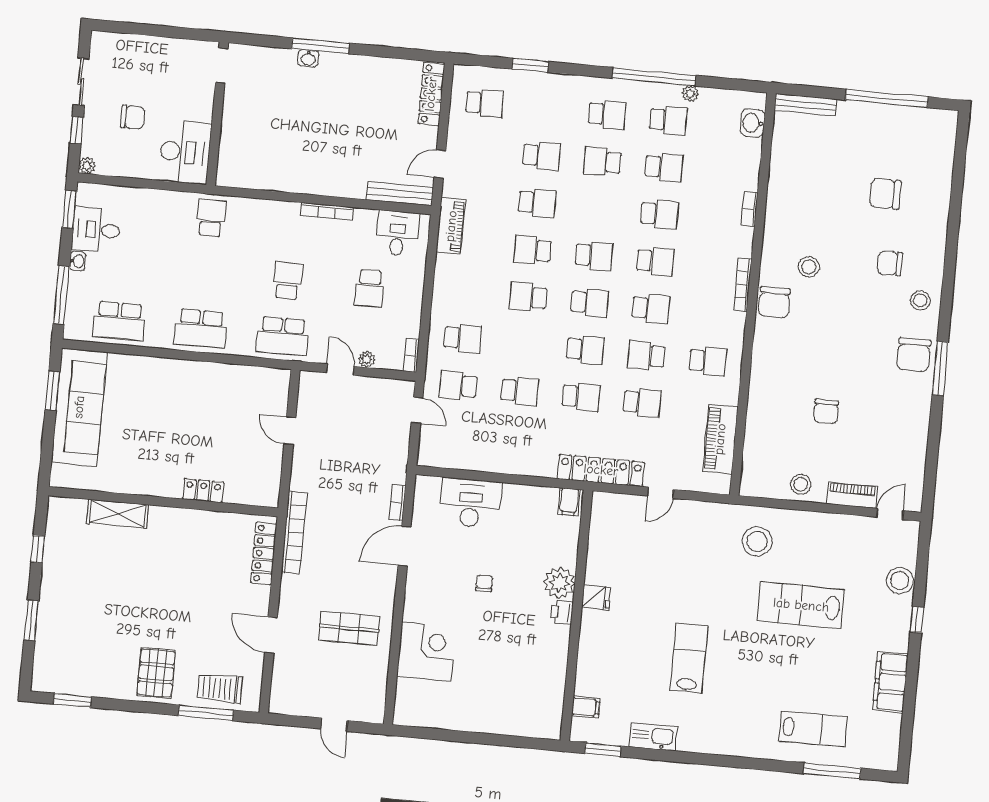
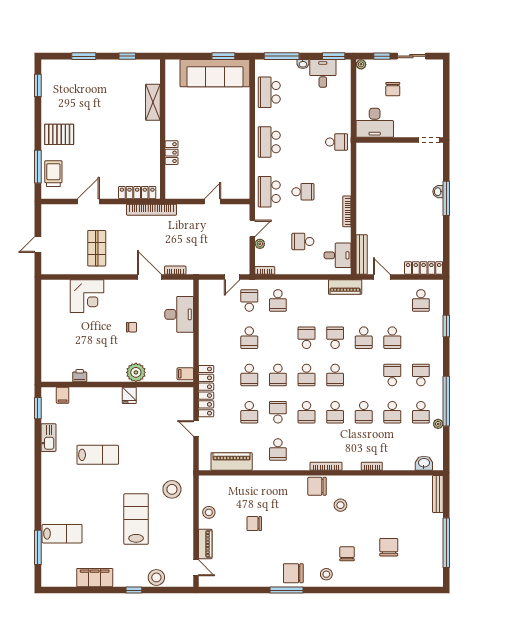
school desk: (607, 115) -> (421, 375), turned 180
printer: (562, 612) -> (80, 376), moved
lab bench: (813, 729) -> (62, 534), turned -90

